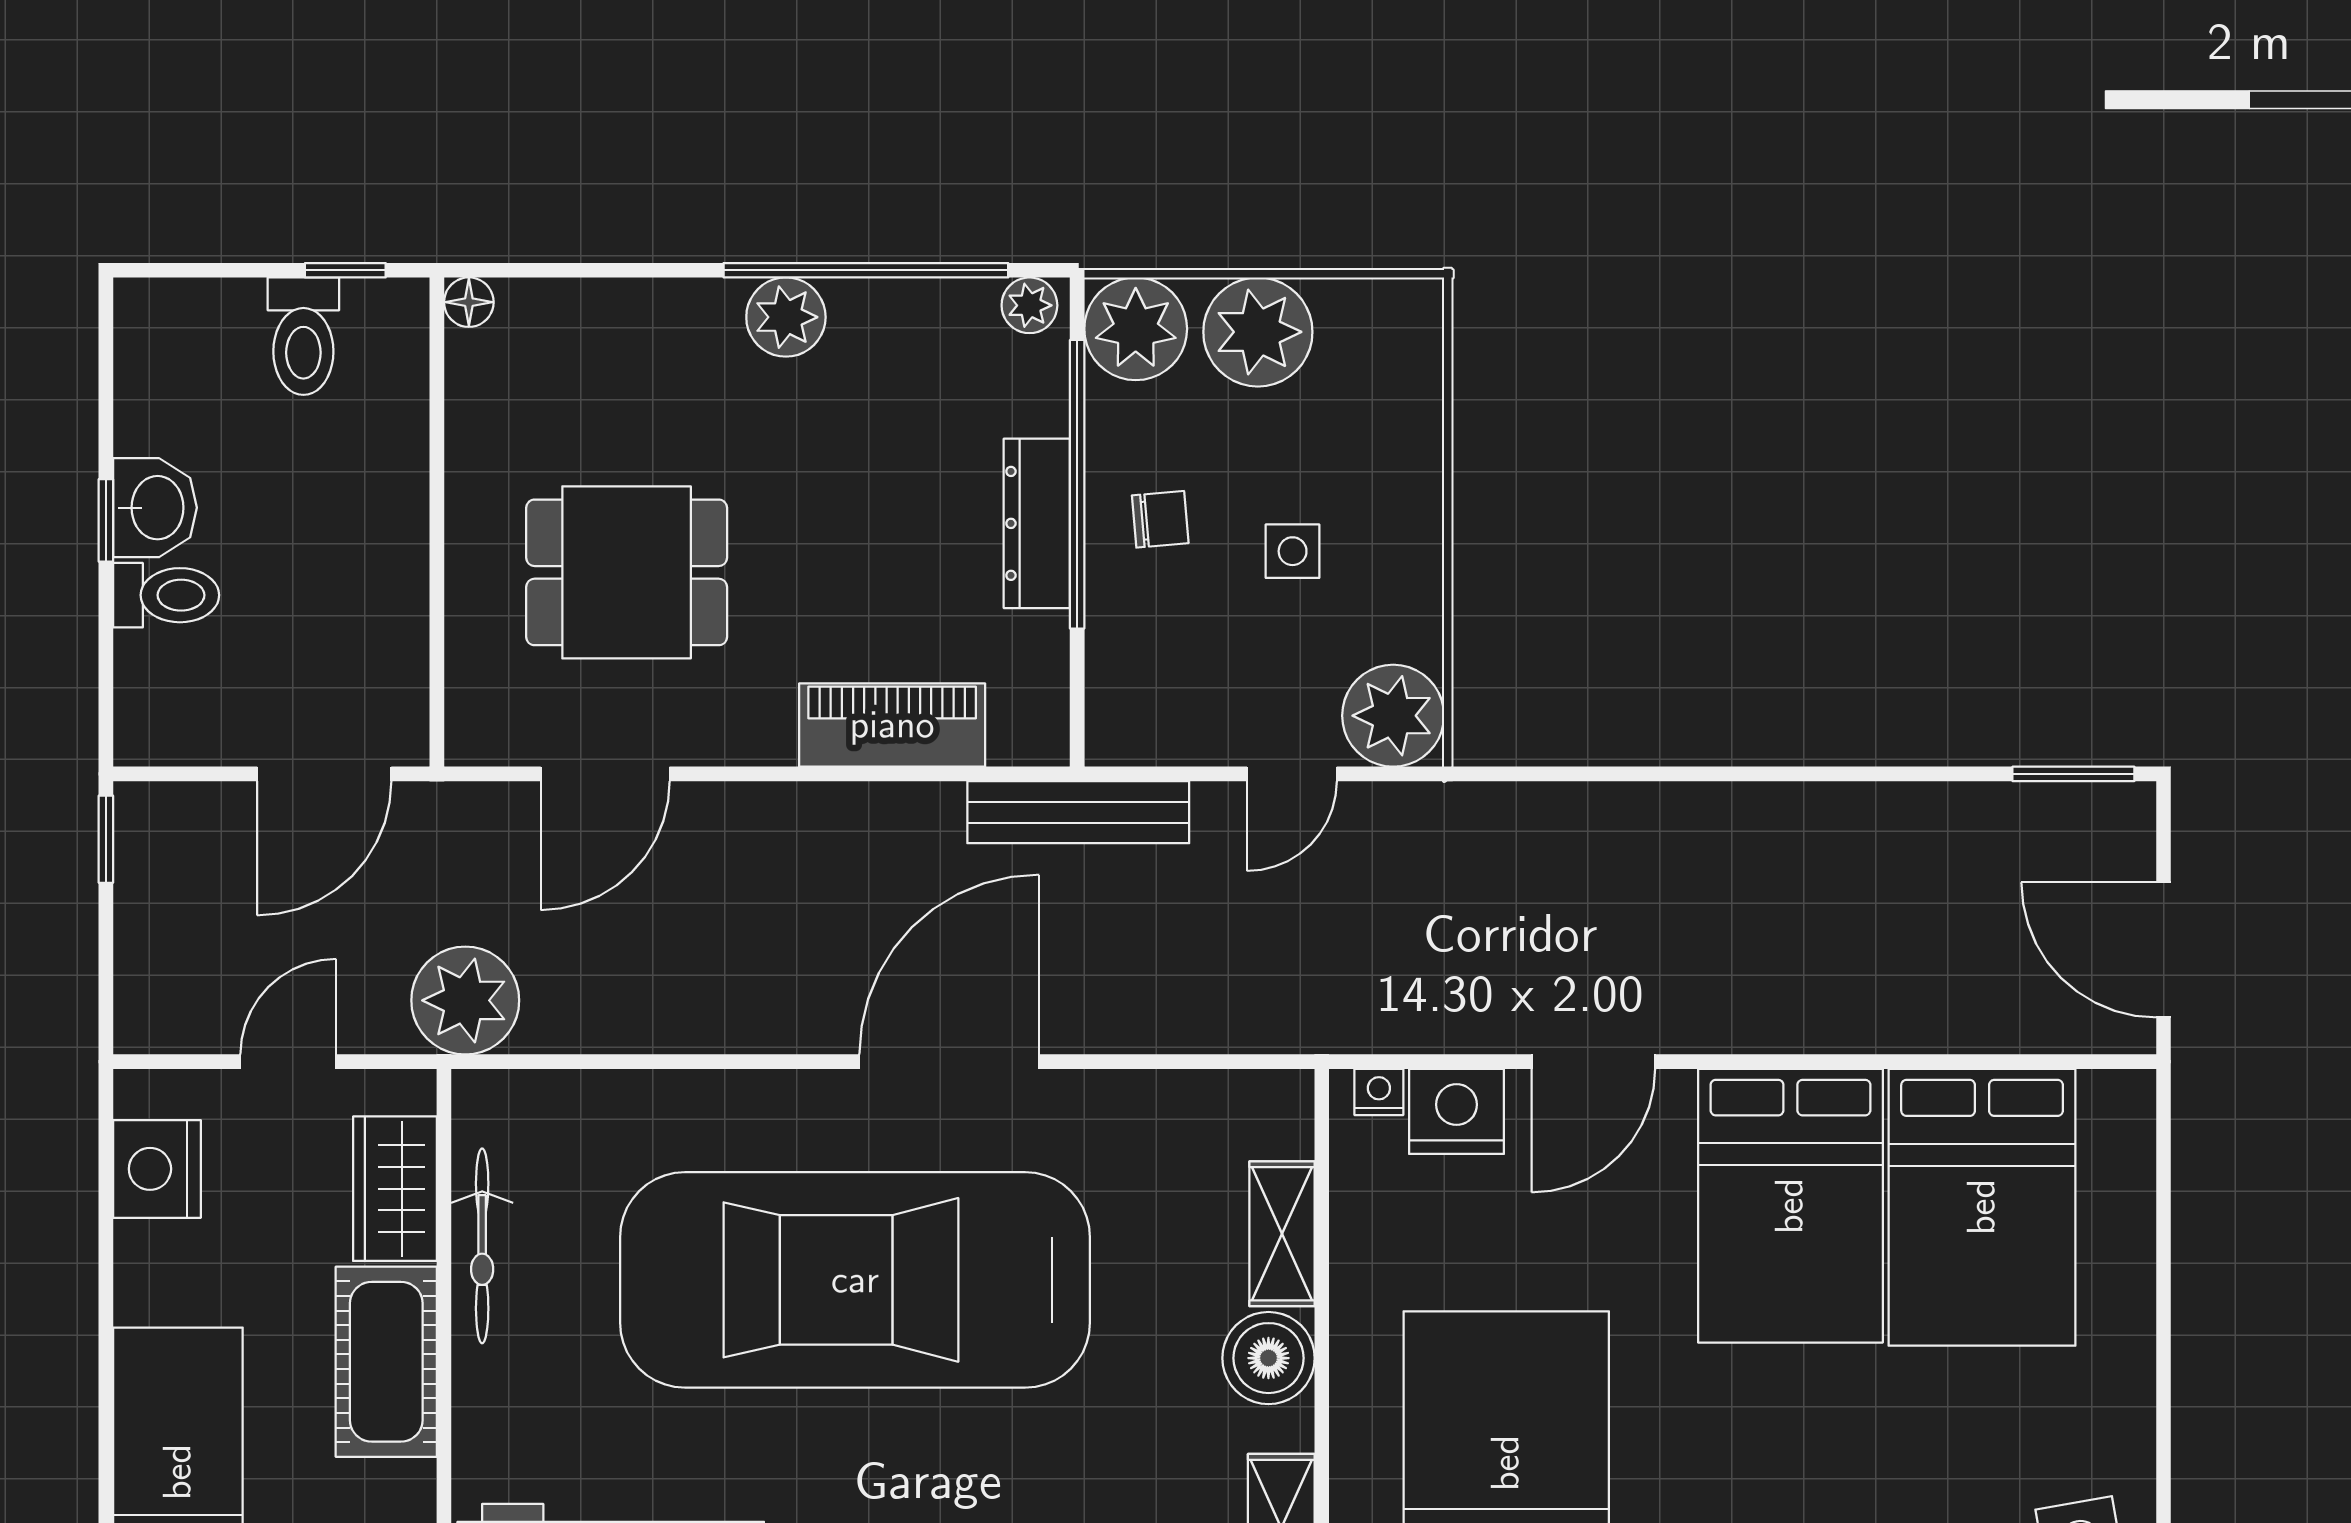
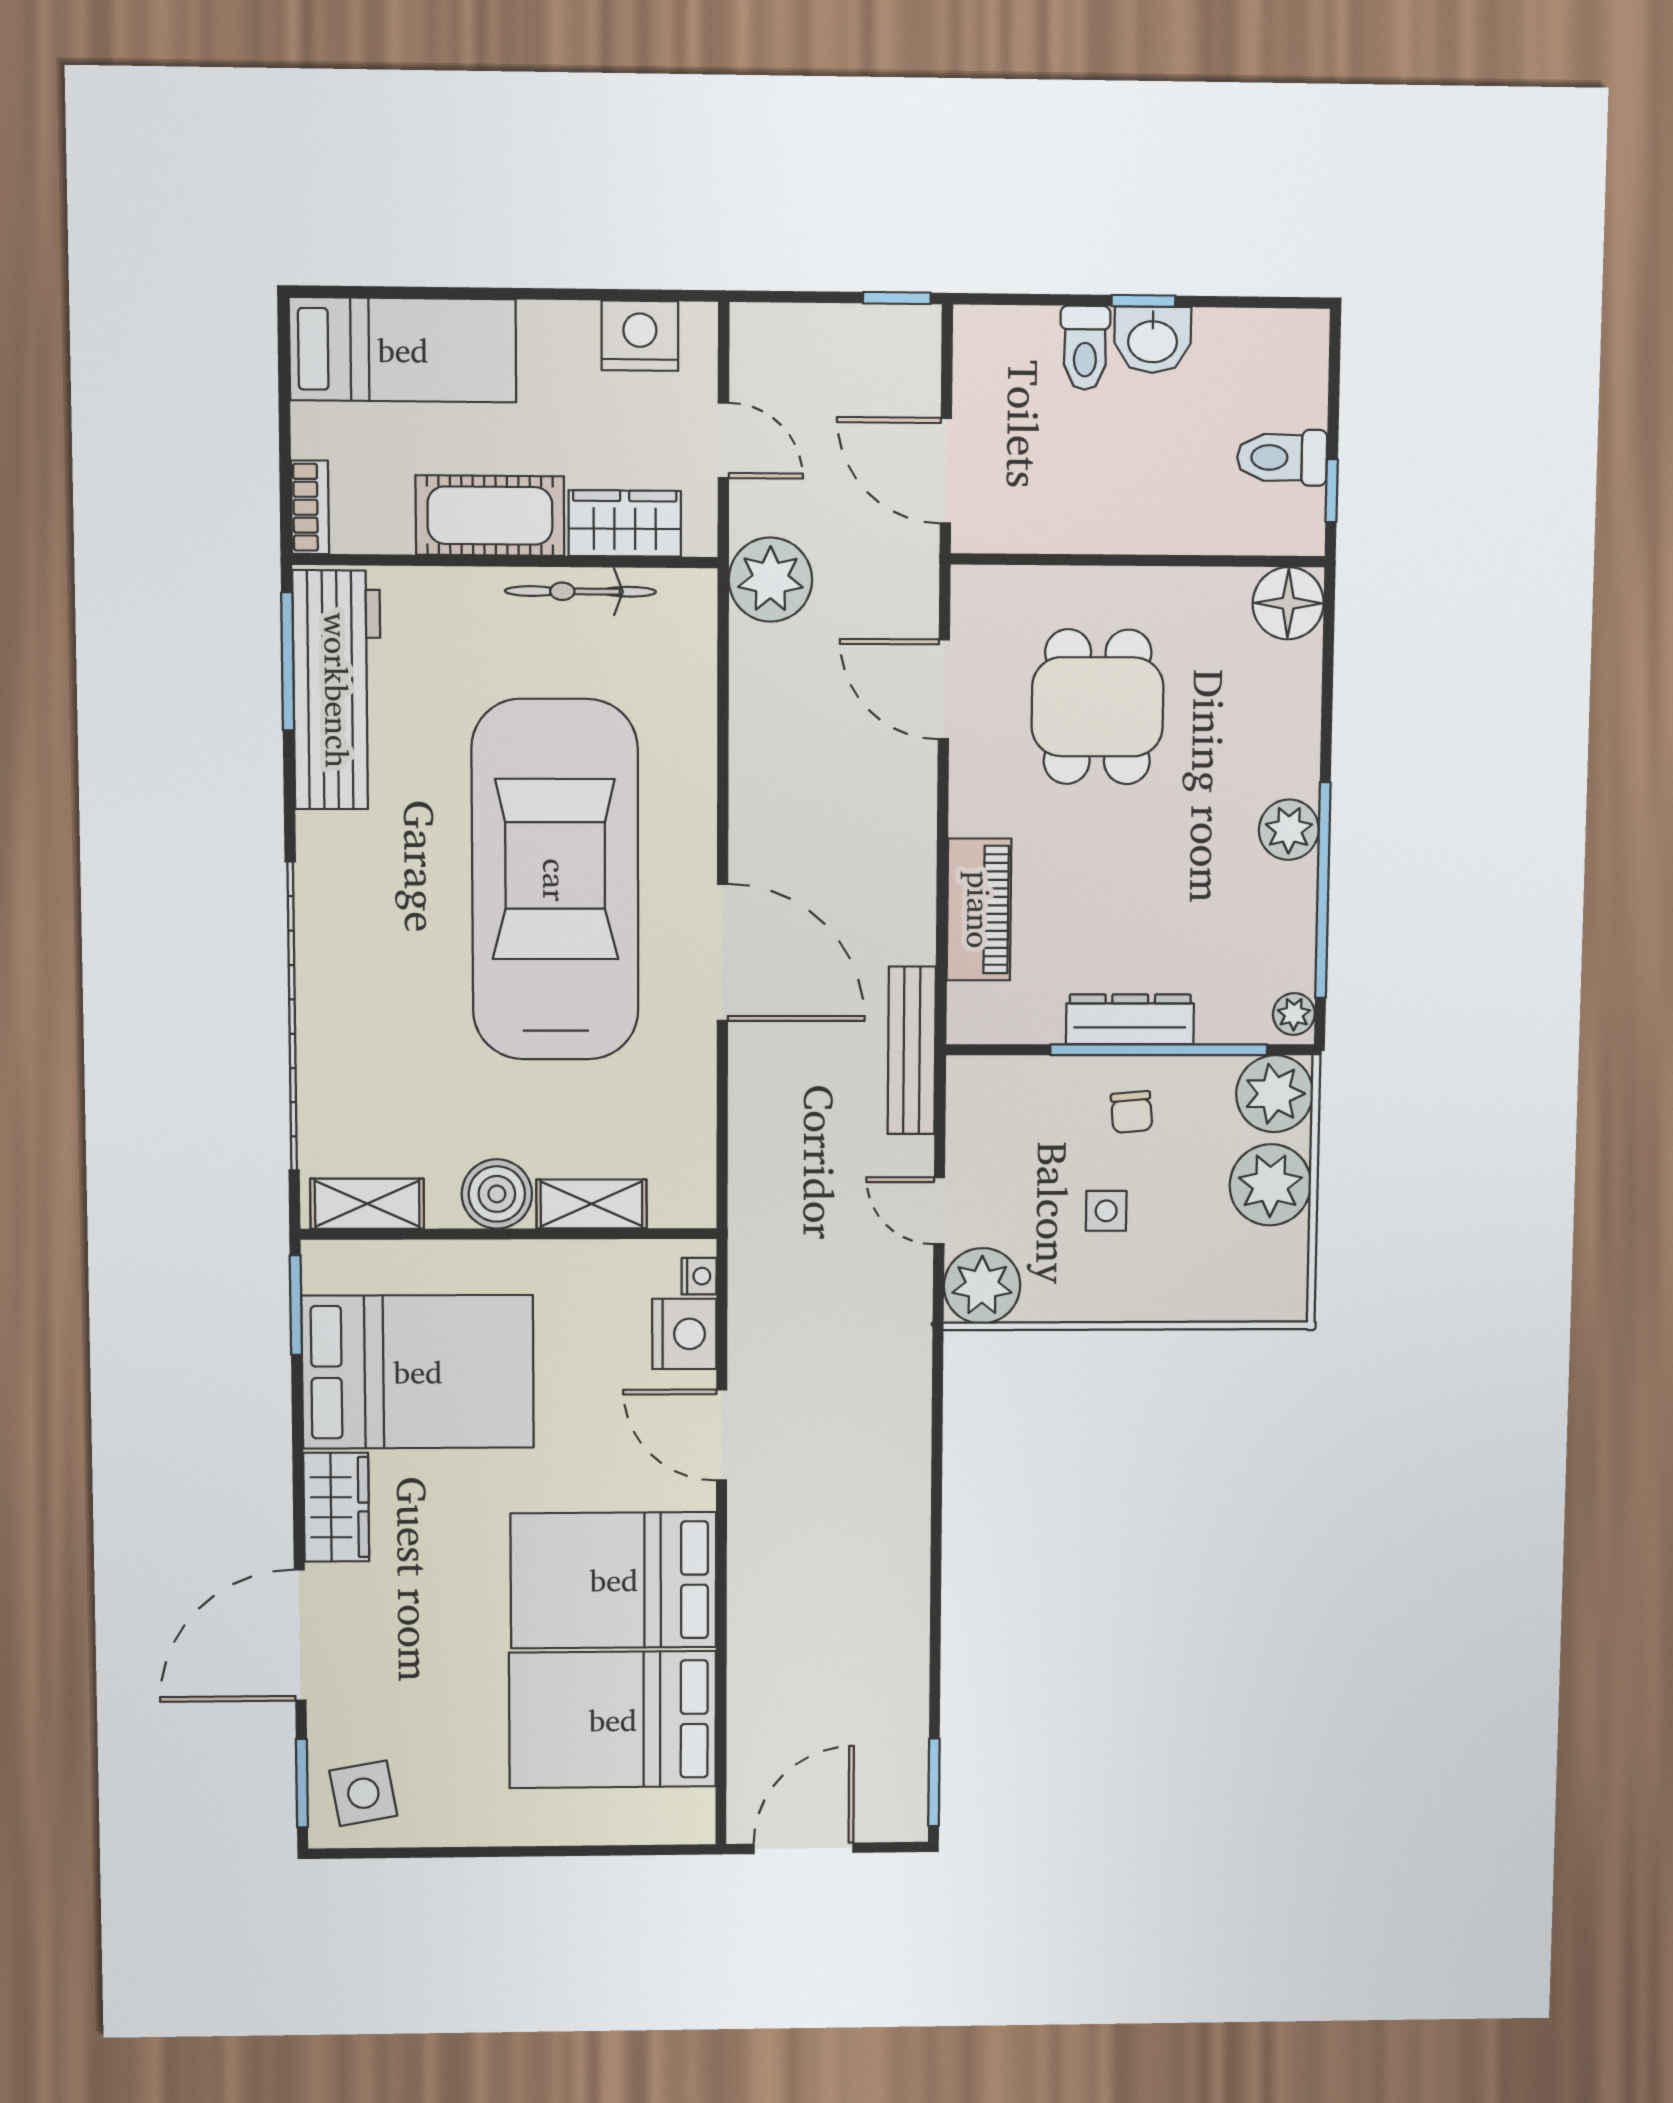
floor lamp: (469, 302) -> (1288, 603), width x1.89, depth x1.89

